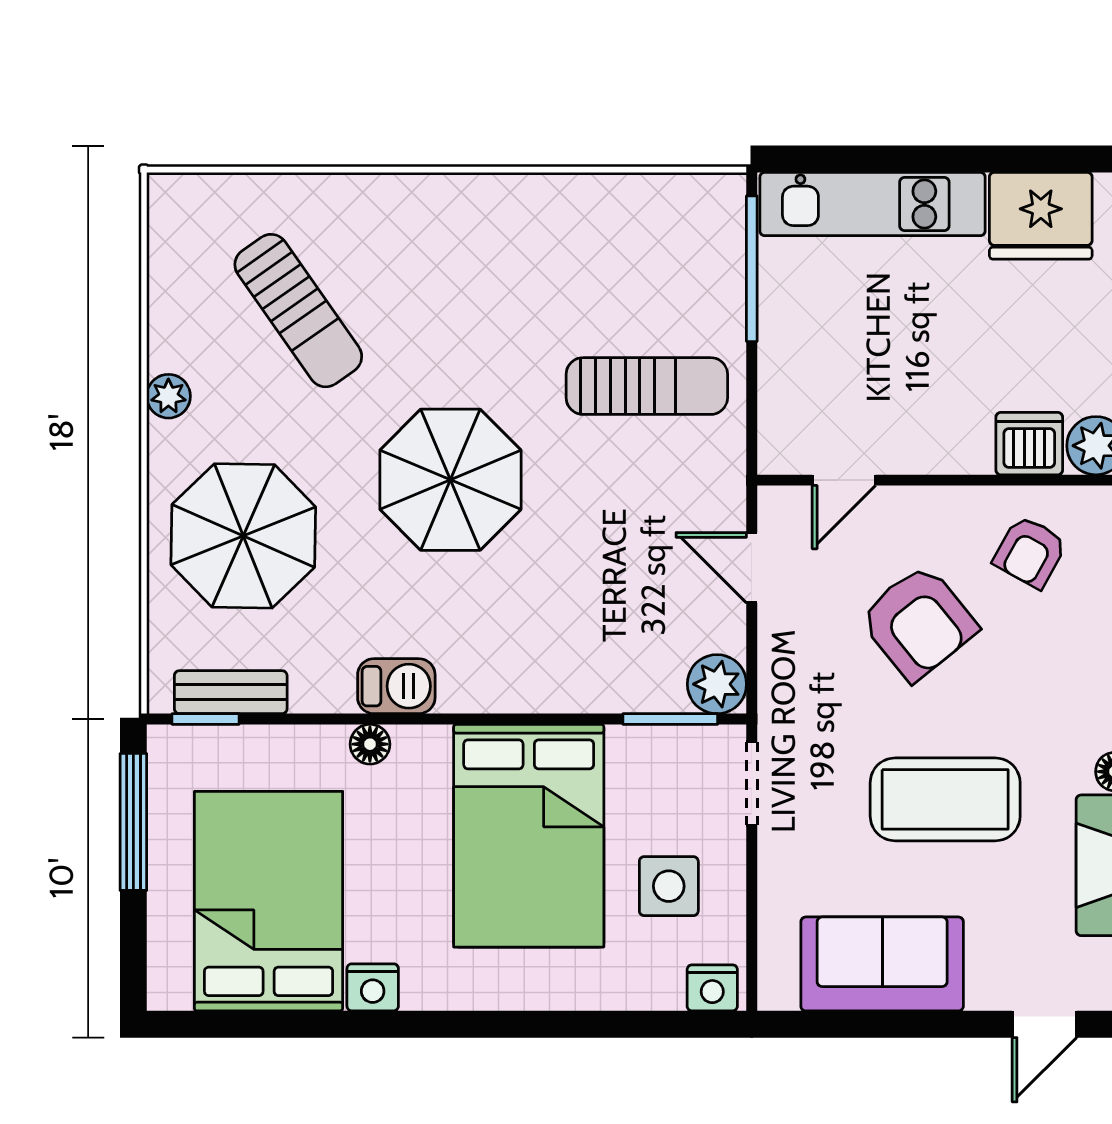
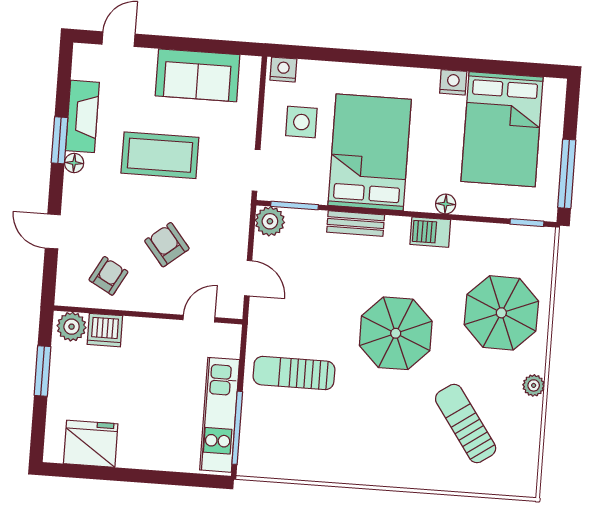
kitchen unit: (873, 204) -> (220, 415), moved, turned -90
armchair: (918, 623) -> (167, 245), width x0.72, depth x0.72
bench: (231, 692) -> (356, 224), moved

